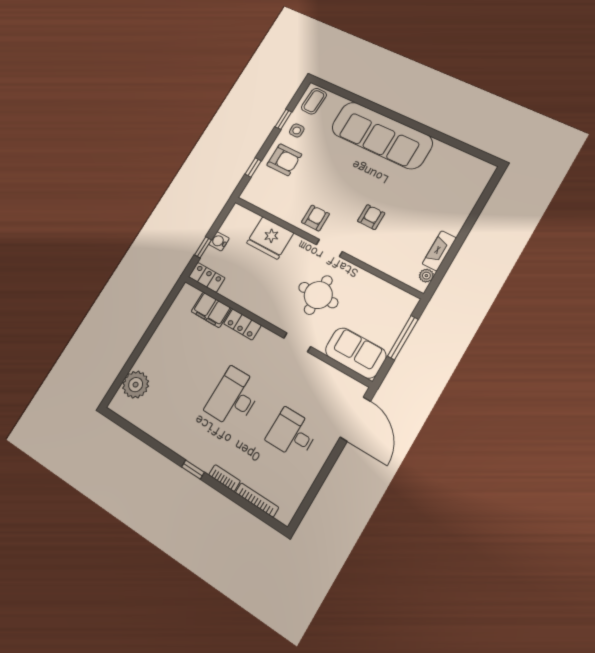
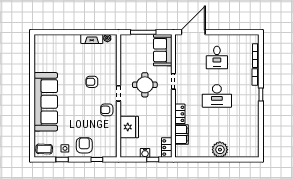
plant: (136, 385) -> (220, 150), moved

